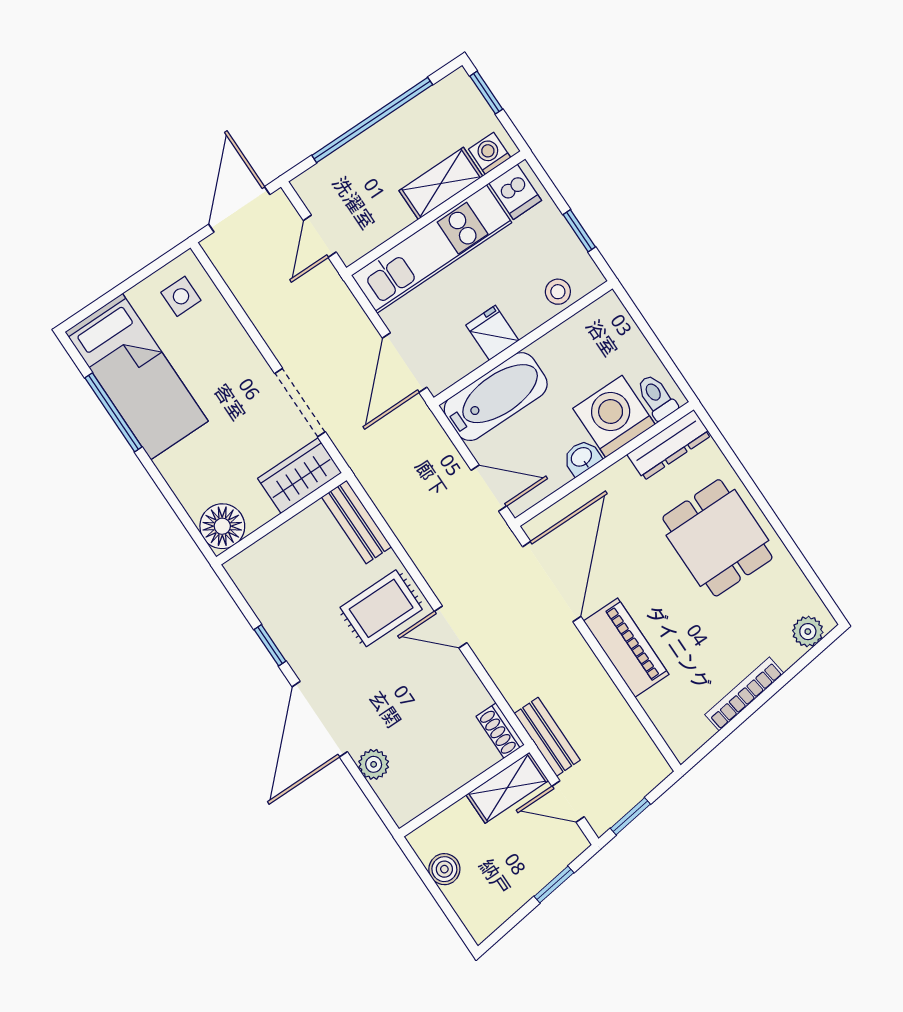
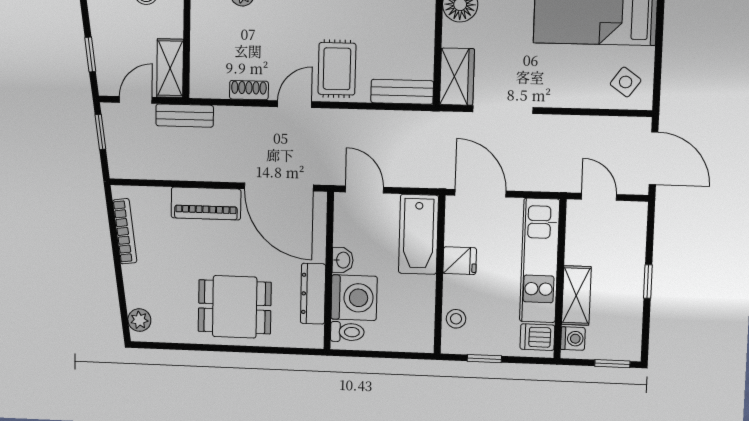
window: (372, 120) -> (648, 282), width x0.32
side table: (181, 296) -> (626, 82), turned 36
dresser: (669, 445) -> (313, 294), moved
door: (489, 488) -> (364, 190), swing flipped
bookcase: (744, 694) -> (125, 231), moved
shoe rack: (500, 731) -> (249, 90), moved

